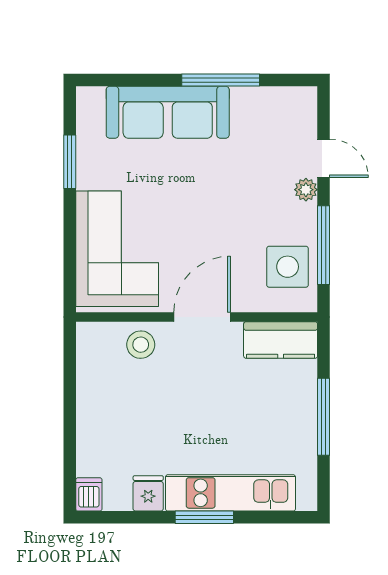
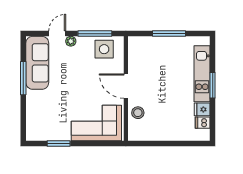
sofa: (168, 112) -> (37, 63), moved
kitchen counter: (281, 340) -> (136, 52), removed
dishwasher: (89, 494) -> (203, 123), moved

